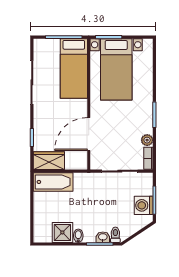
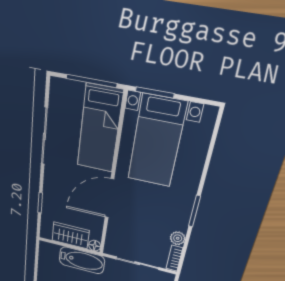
door: (89, 134) -> (109, 198), moved
wardrobe: (49, 161) -> (70, 235), moved
floor lamp: (82, 165) -> (95, 246), added
bathtub: (53, 182) -> (82, 260), moved

